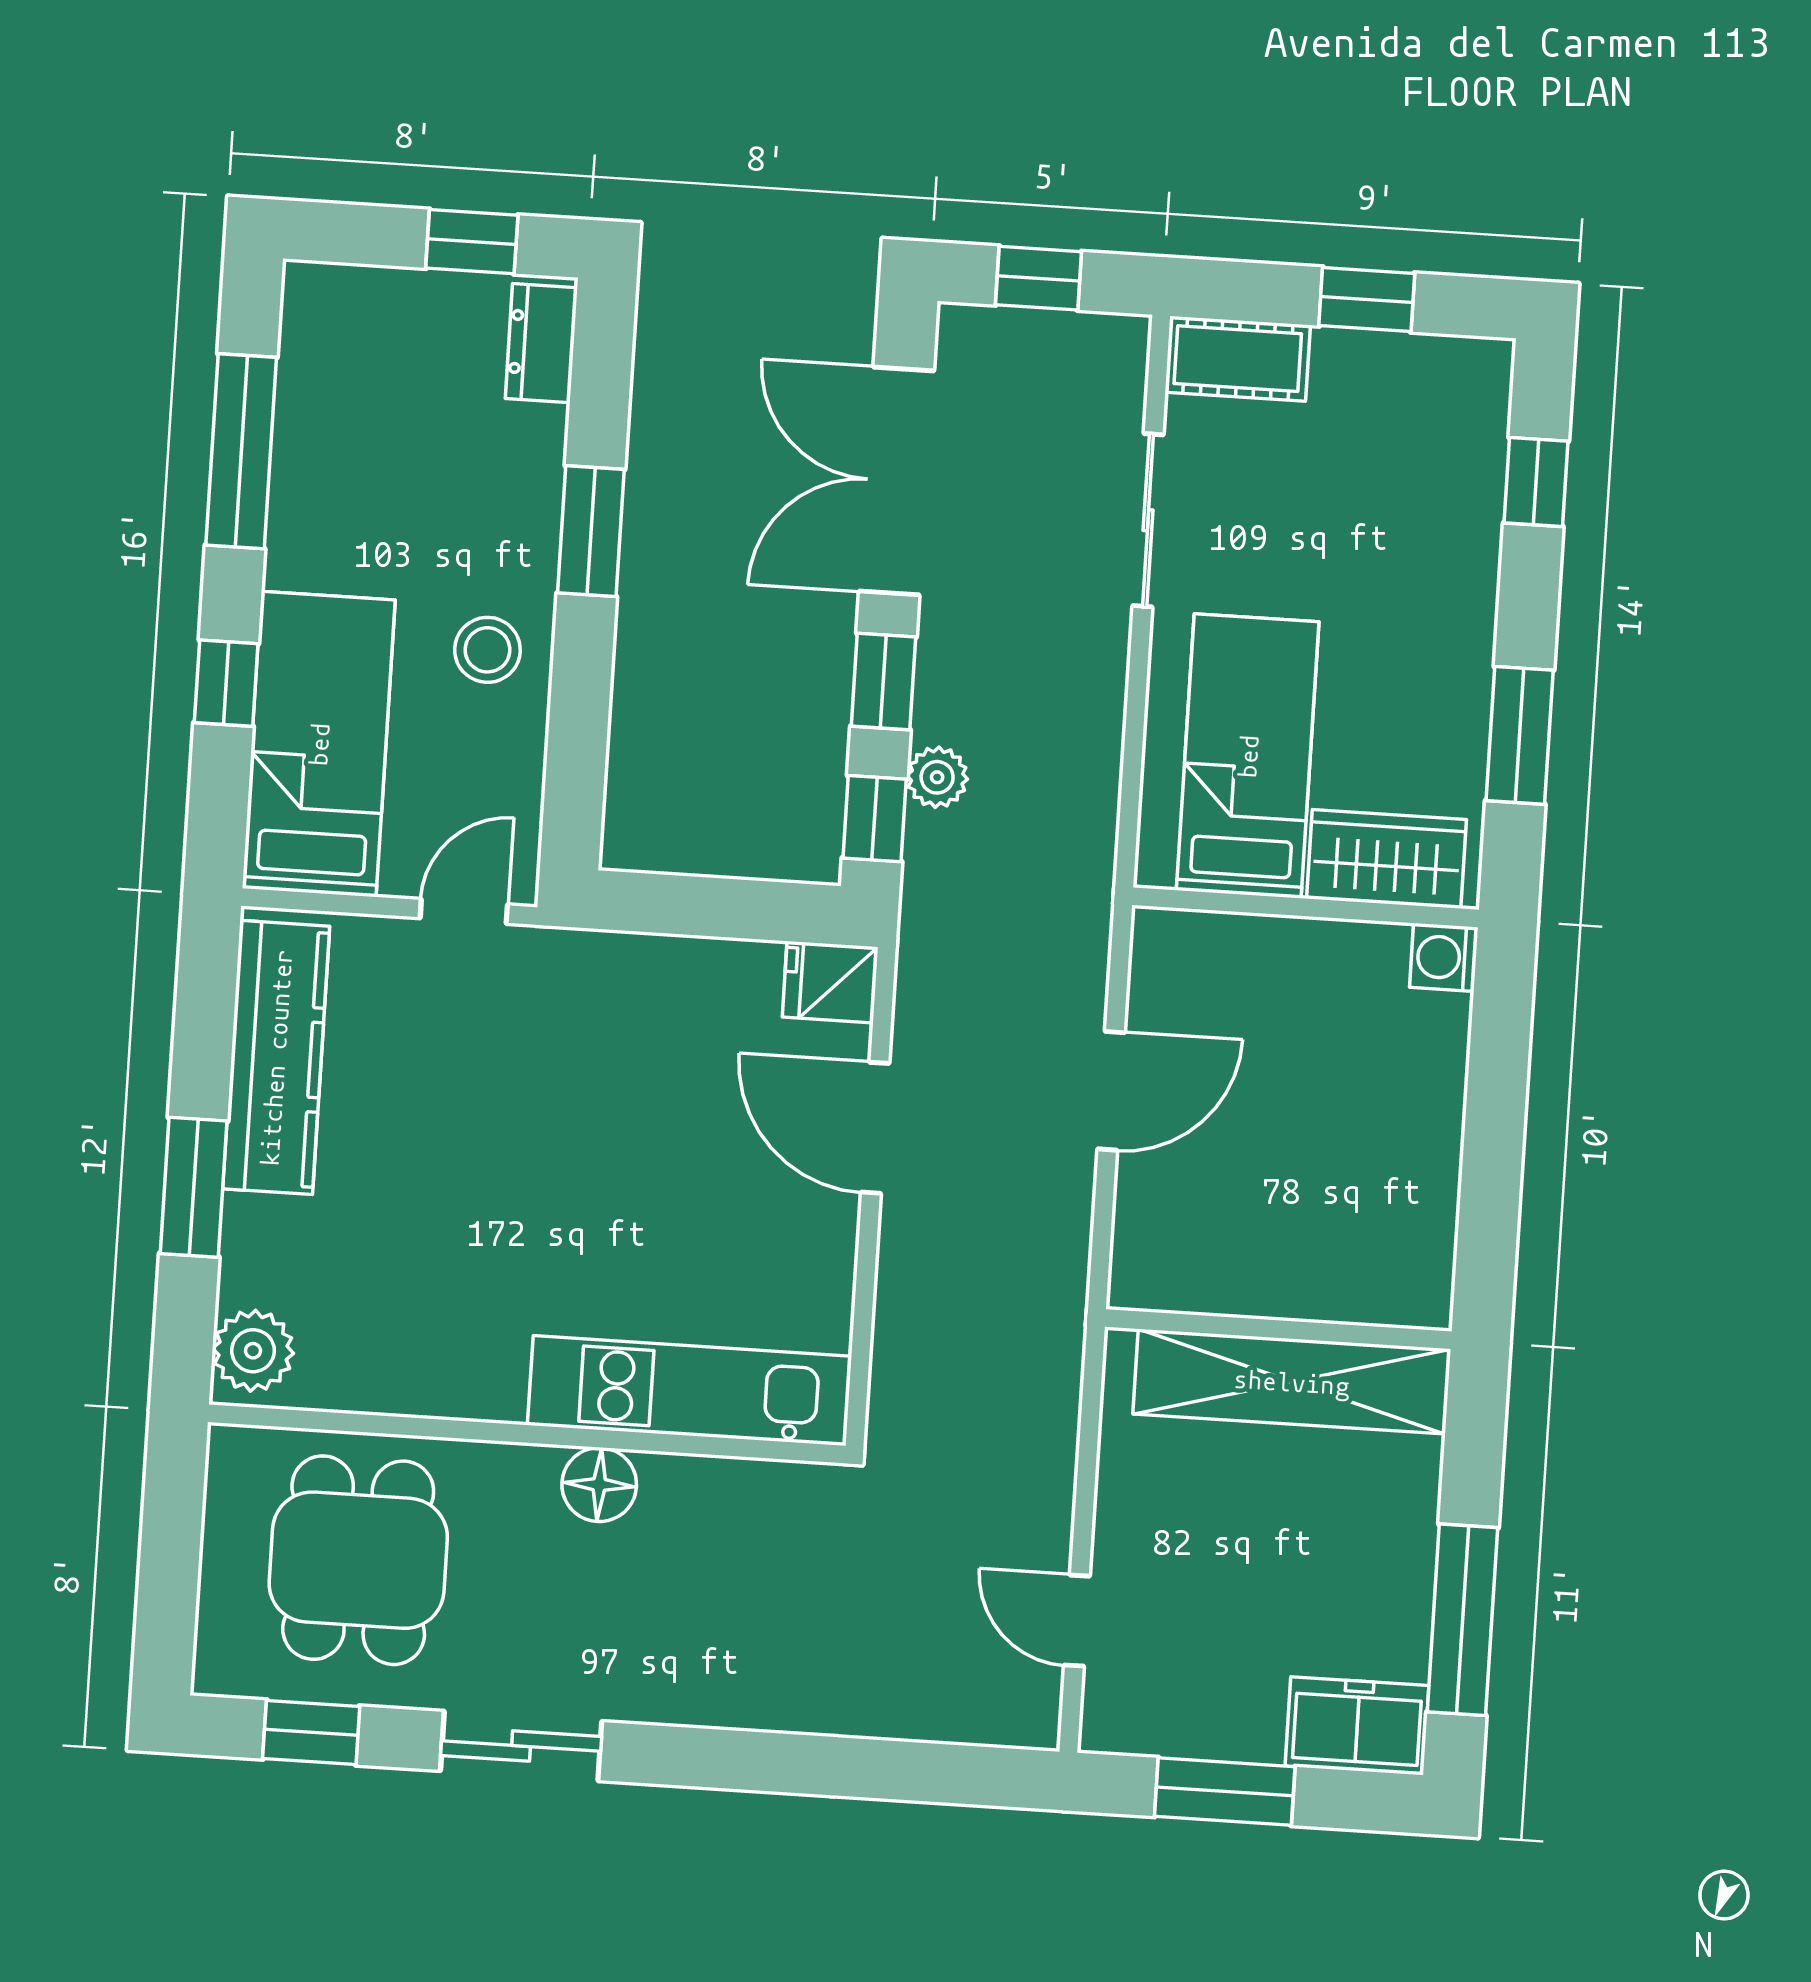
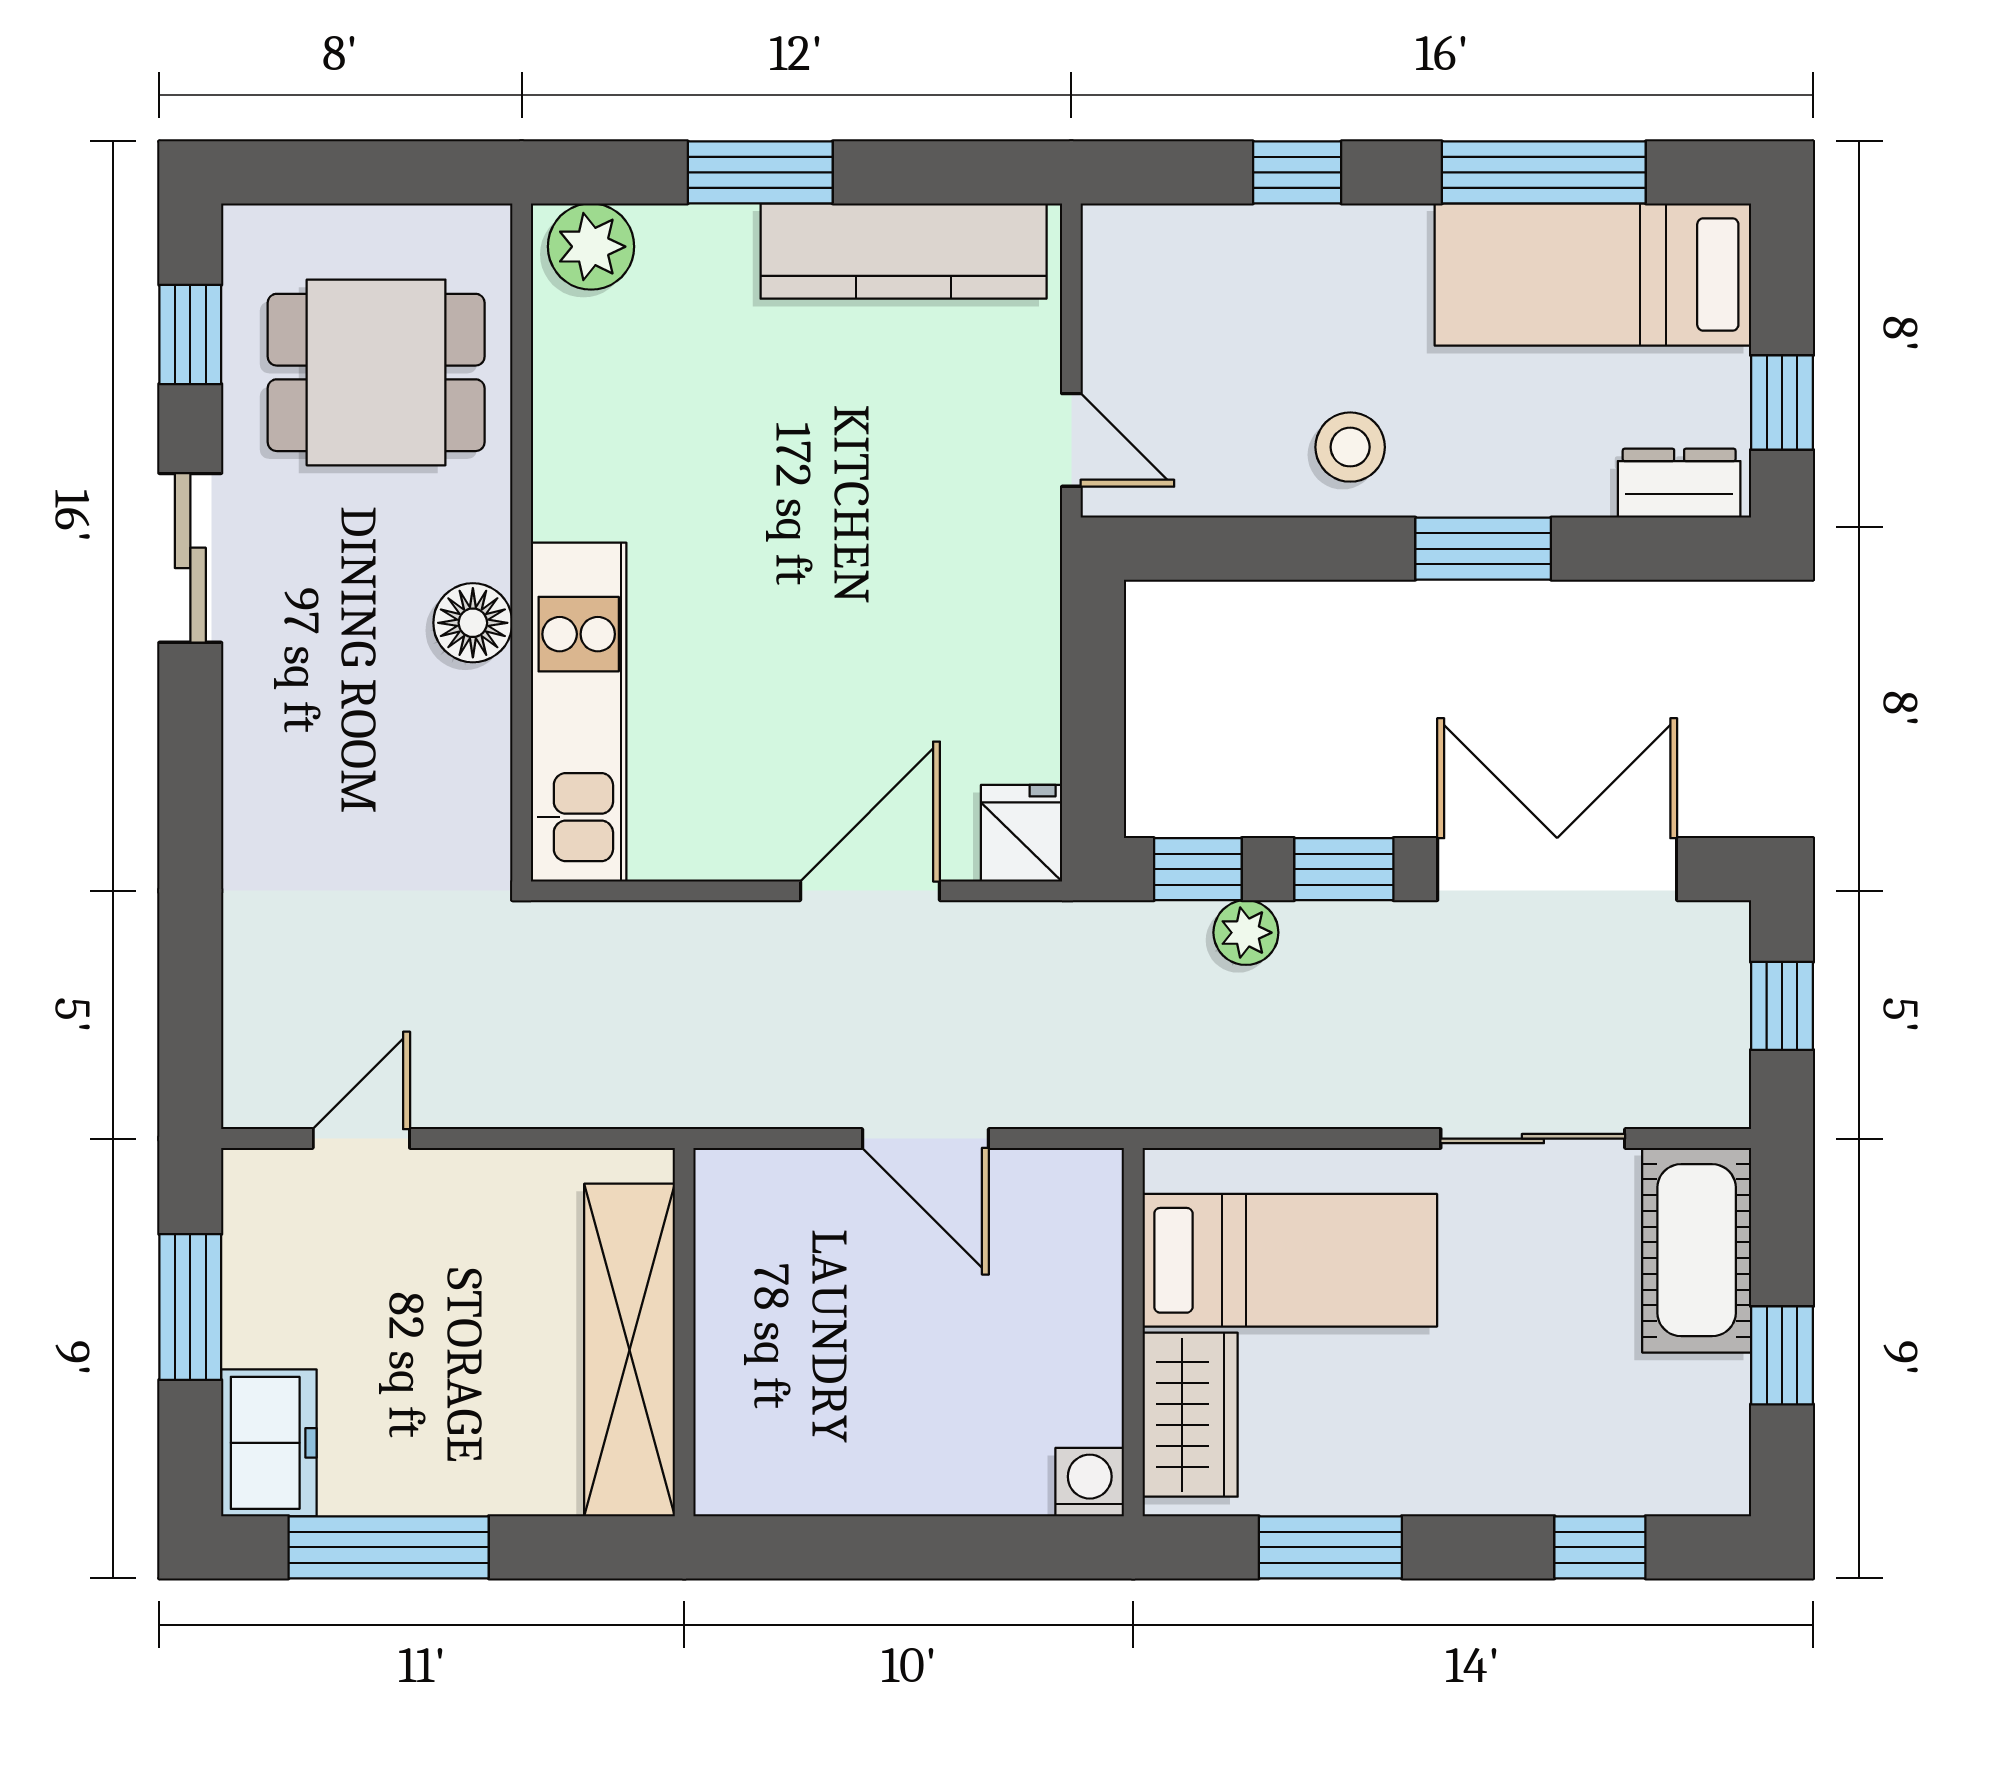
cot: (1238, 359) -> (1697, 1250), width x1.37, depth x1.34
bed: (319, 744) -> (1593, 275), moved, turned 180

